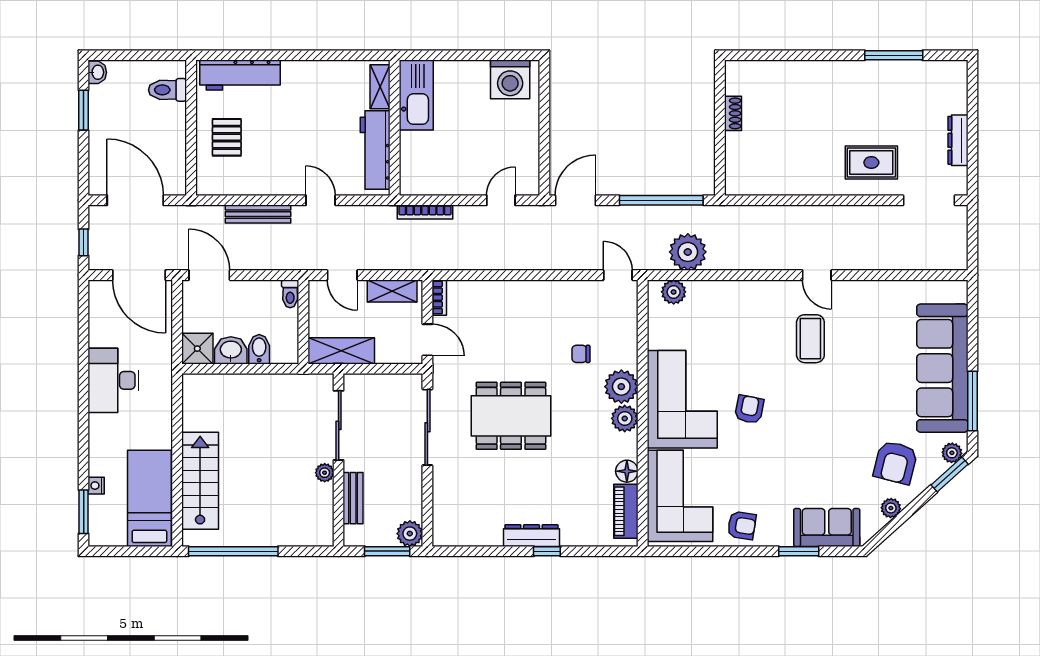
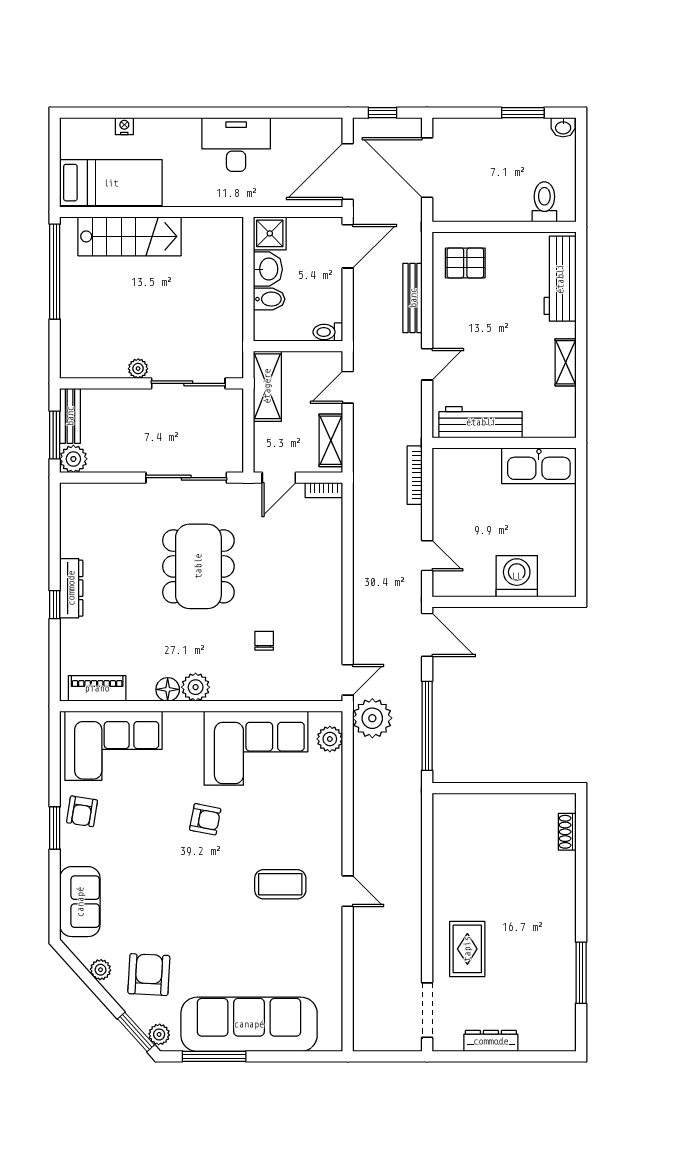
washing machine: (510, 79) -> (517, 576), moved, turned 90
shelving: (380, 87) -> (566, 362), moved, turned 90
shoe rack: (733, 113) -> (567, 832), moved, turned 90
pallet: (227, 137) -> (465, 263), moved
door: (135, 200) -> (427, 168), swing flipped
plant: (688, 252) -> (372, 718), moved
door: (817, 275) -> (348, 891), swing flipped
plant: (621, 387) -> (229, 684), removed
corner sofa: (682, 399) -> (256, 748), moved
armchair: (895, 462) -> (149, 975), turned 79
floor lamp: (627, 471) -> (168, 689), moved
bench: (353, 498) -> (70, 416), moved, turned 90
window: (84, 512) -> (97, 113), removed
window: (799, 551) -> (55, 828), moved

